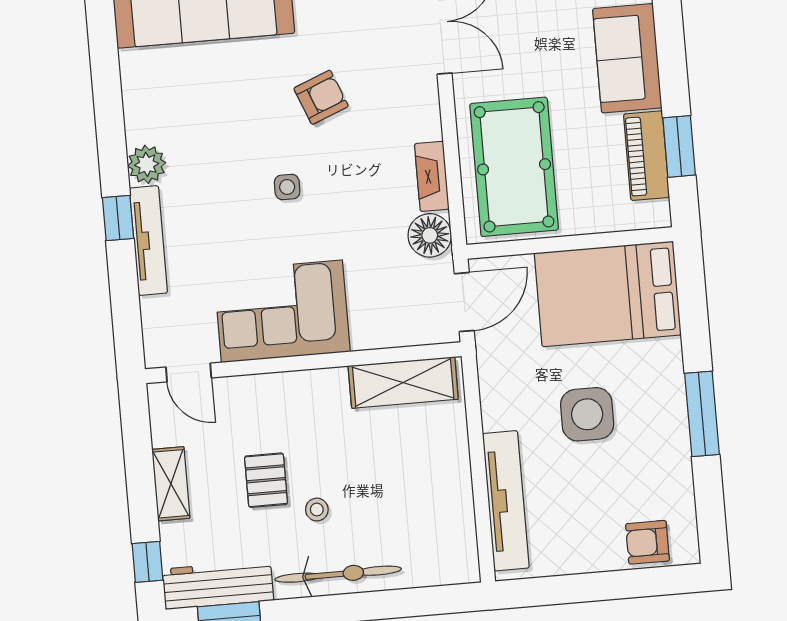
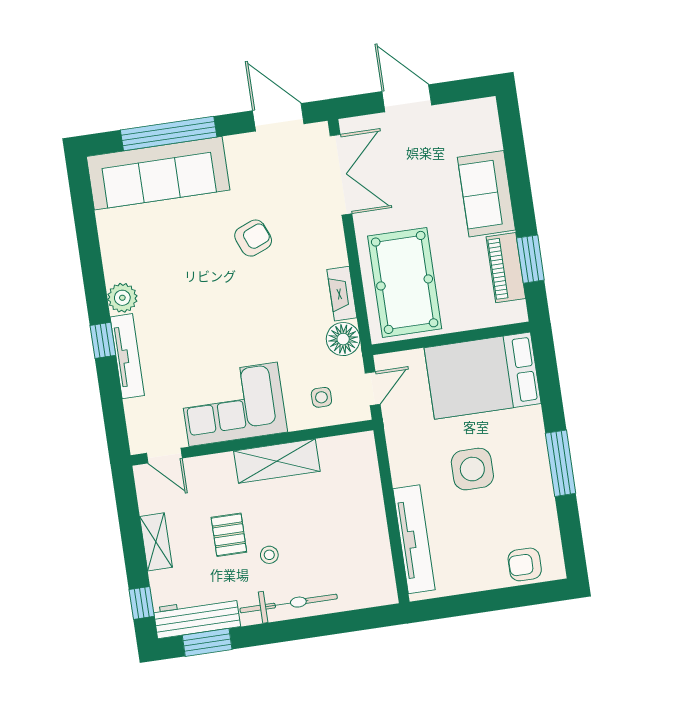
side table: (287, 187) -> (321, 397), moved
door: (464, 302) -> (373, 389), width x0.73
shelving: (403, 383) -> (277, 461), moved

